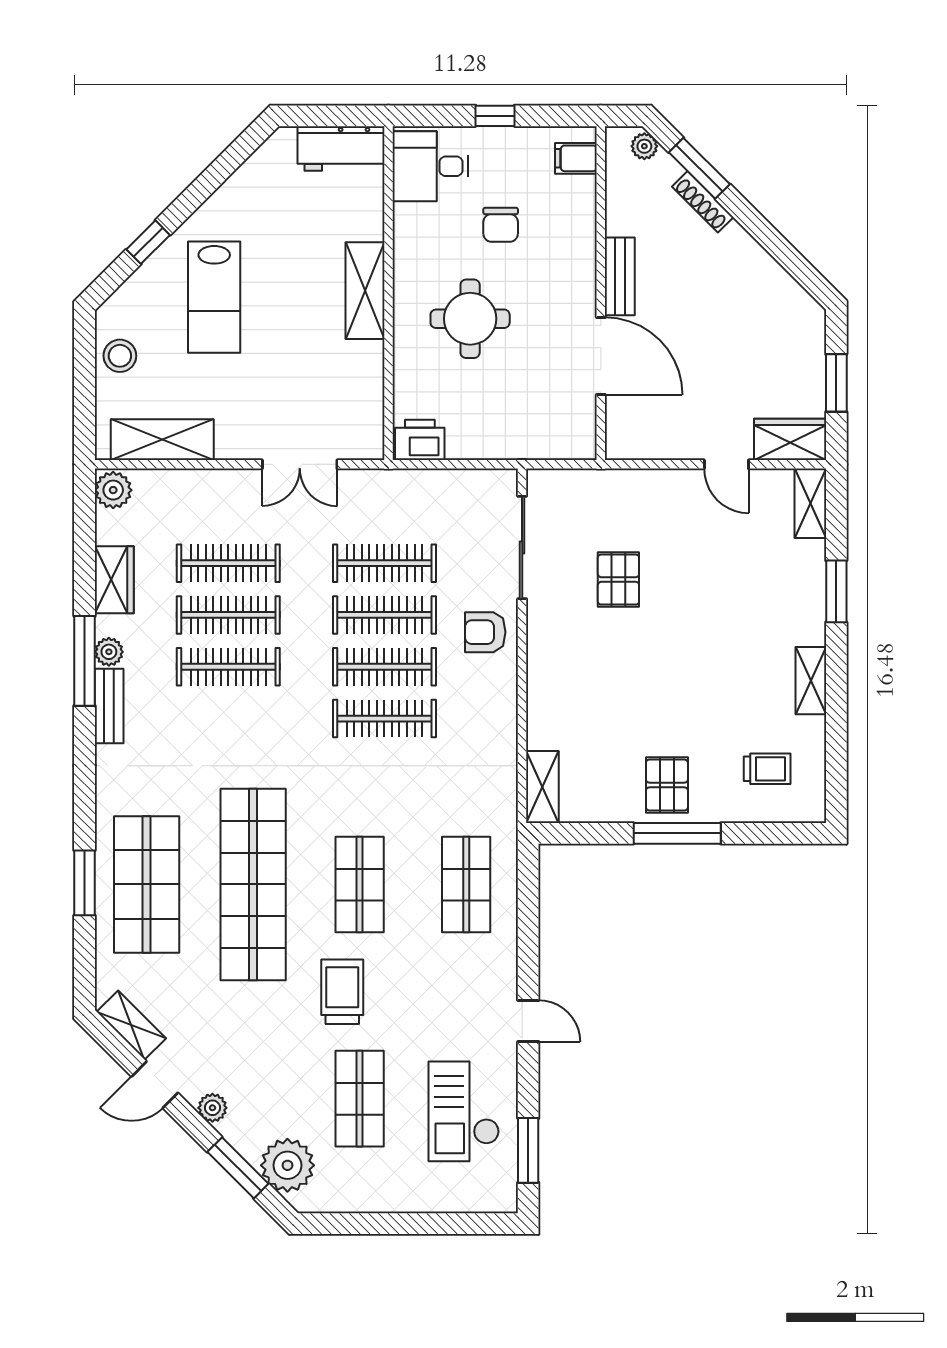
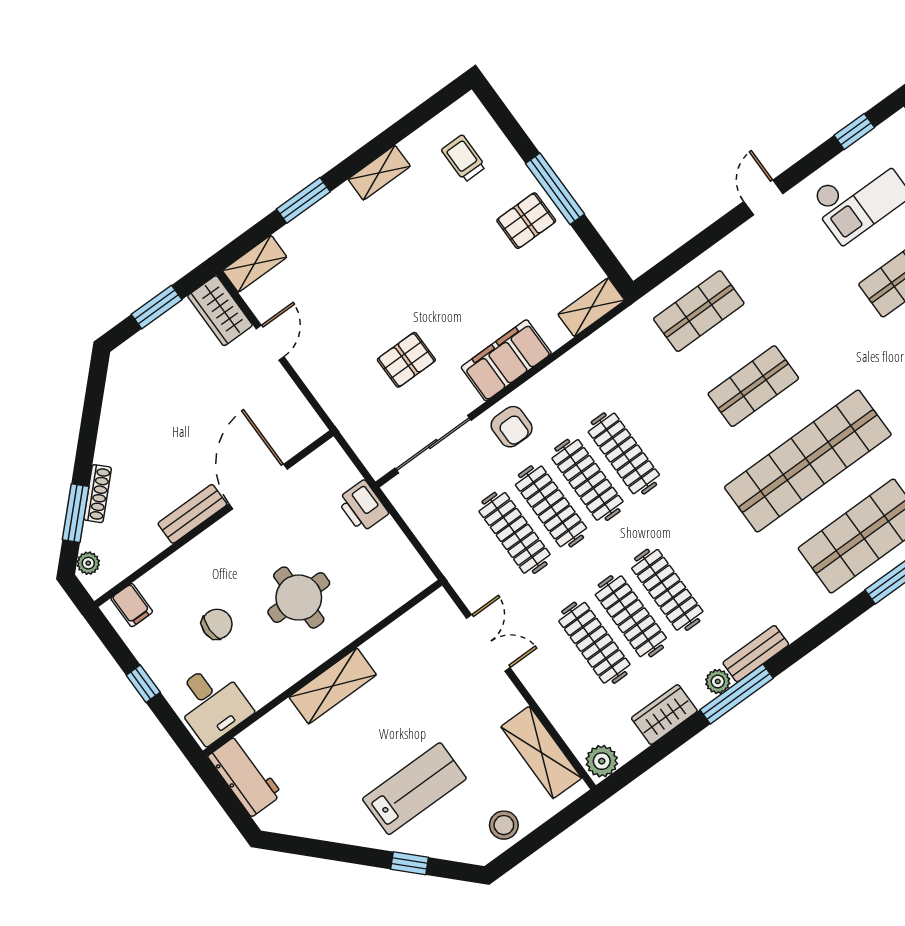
printer: (420, 440) -> (363, 506), moved
filing cabinet: (551, 672) -> (506, 360), added
trolley: (342, 992) -> (838, 343), removed
window: (528, 1150) -> (854, 131), width x0.67

